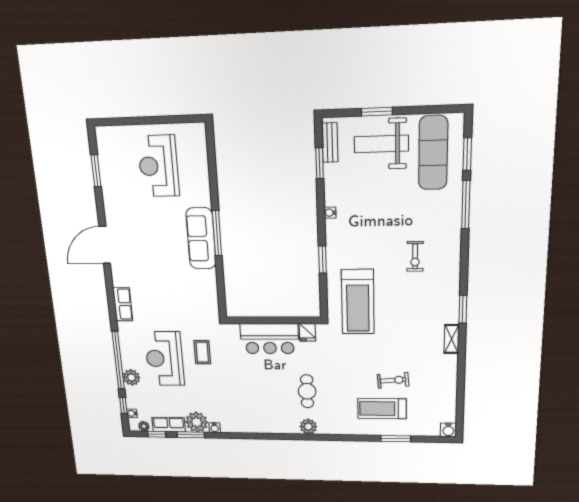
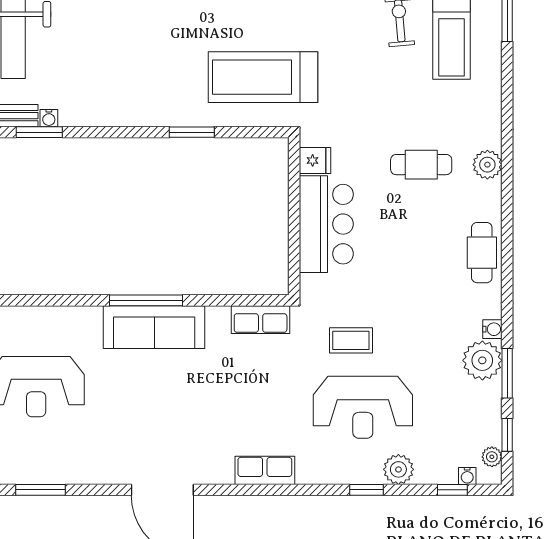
water cooler: (330, 213) -> (49, 118), moved
treadmill: (358, 302) -> (263, 77), turned 180
window: (118, 360) -> (367, 490), width x0.32
cafe table: (258, 423) -> (482, 253), added
row of seats: (169, 425) -> (261, 320), moved, turned -90

